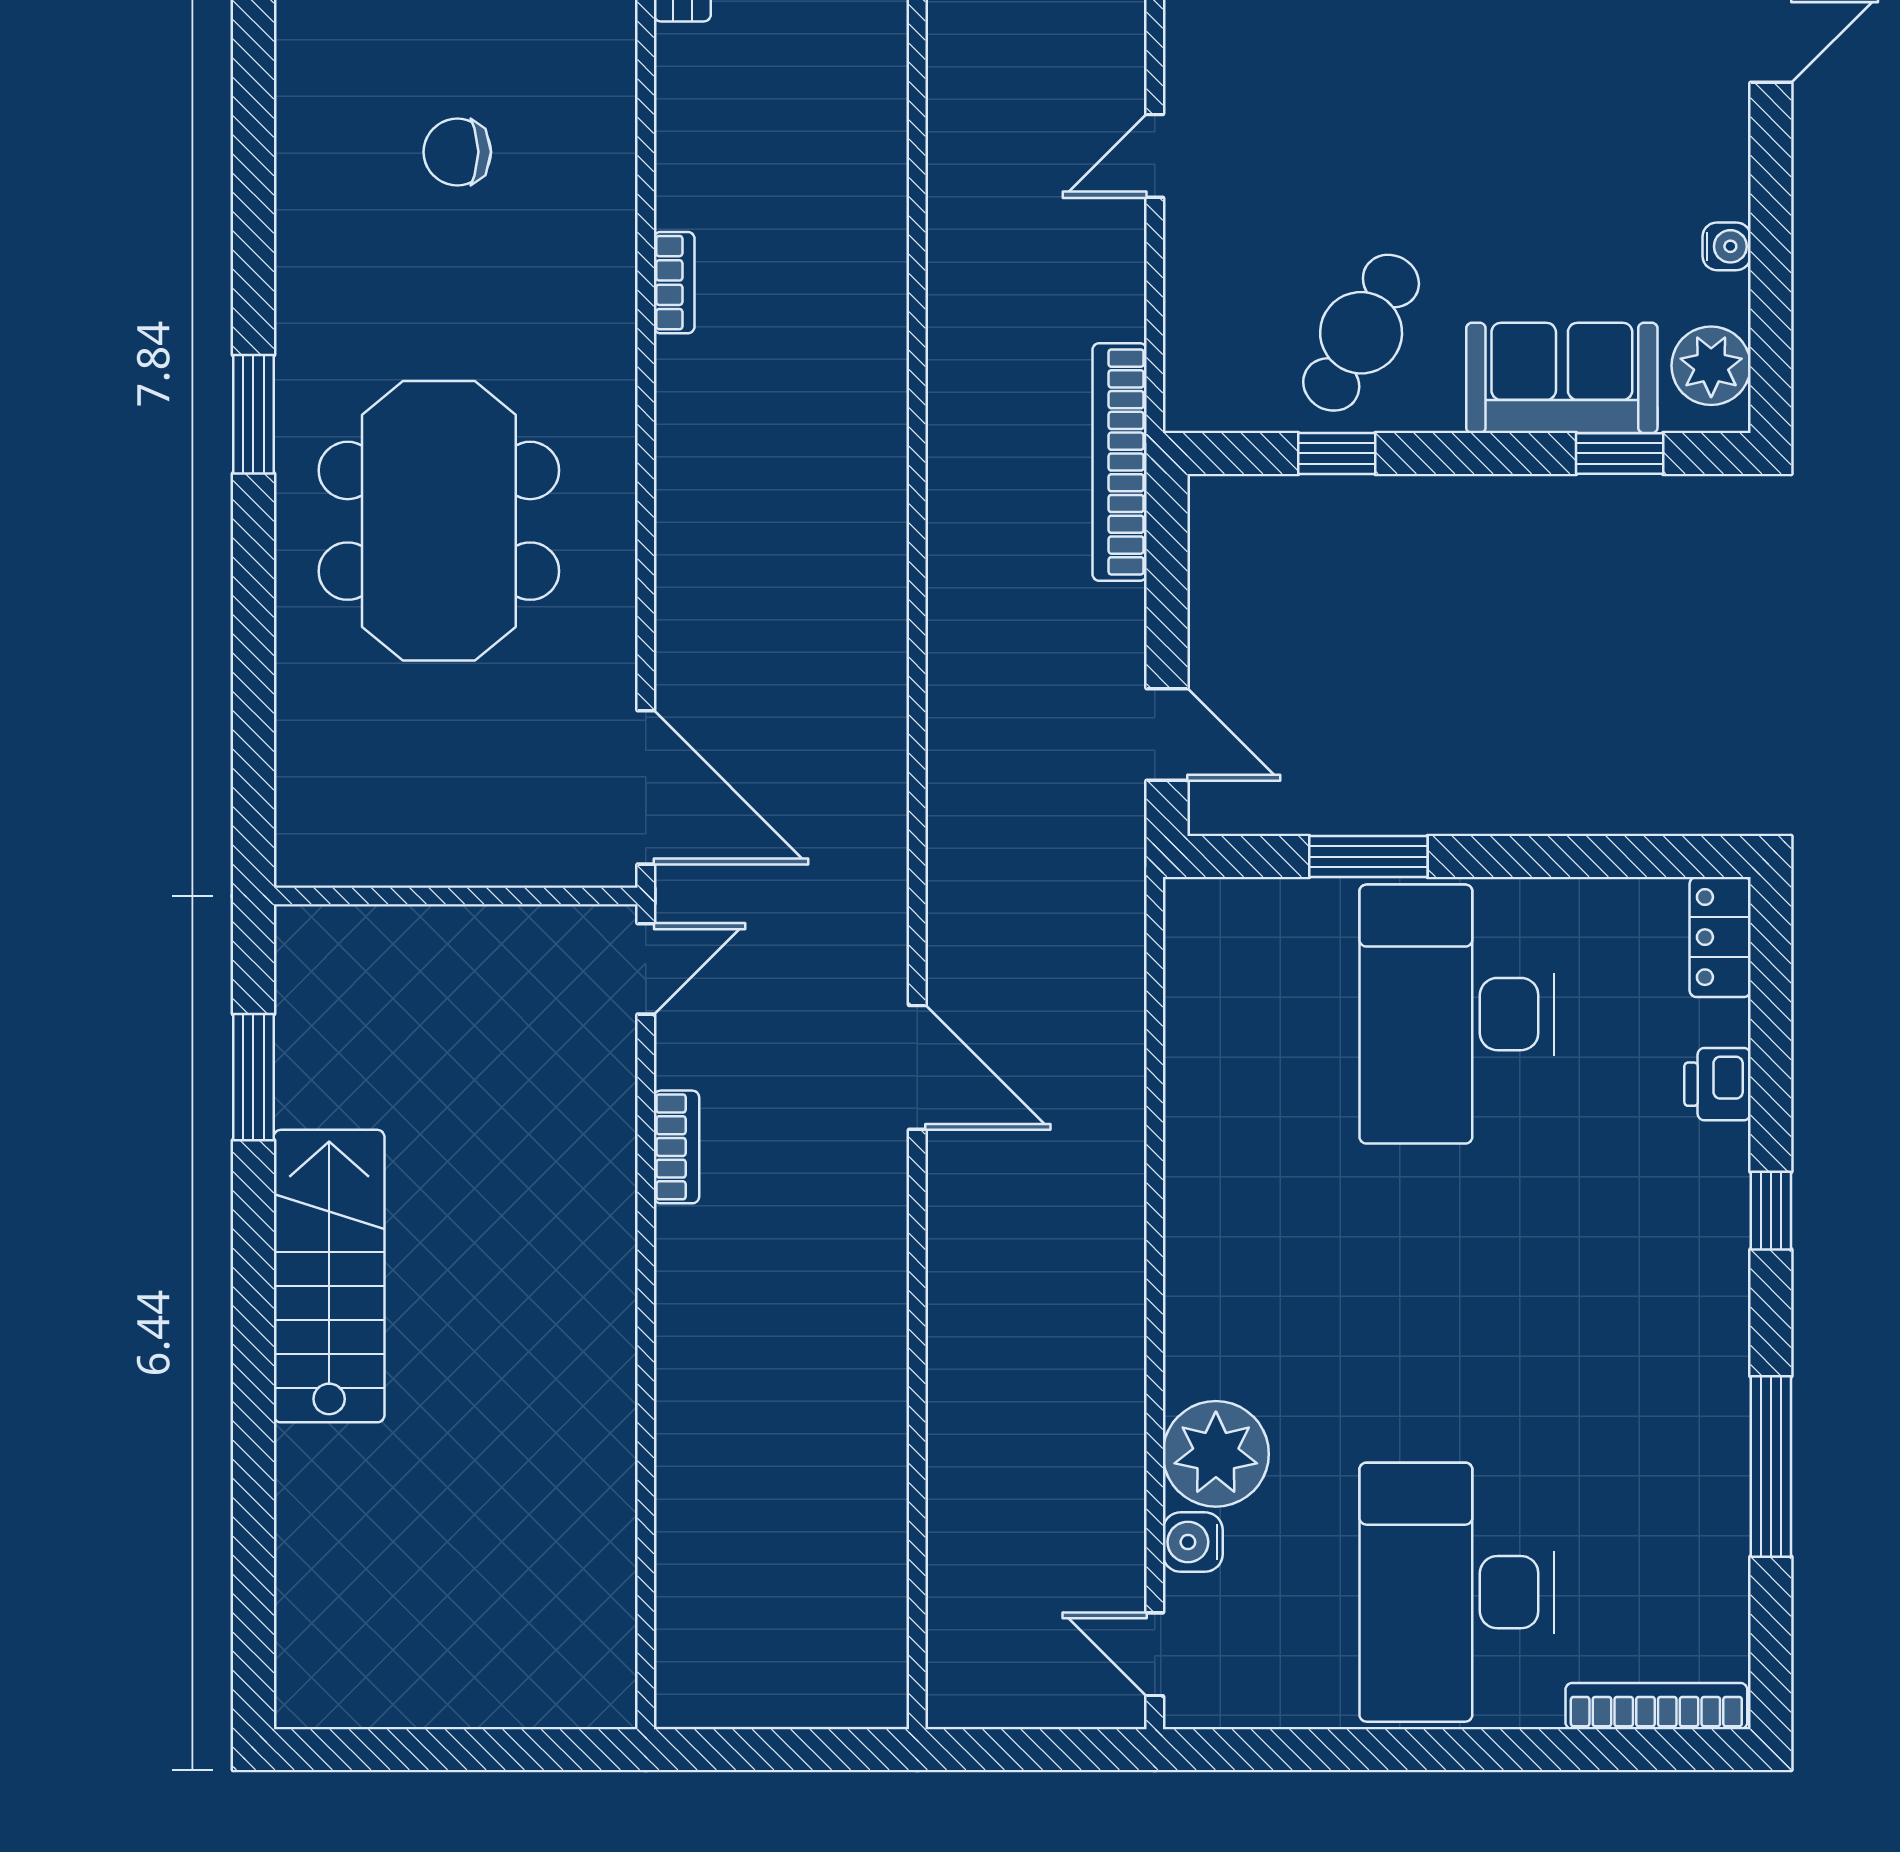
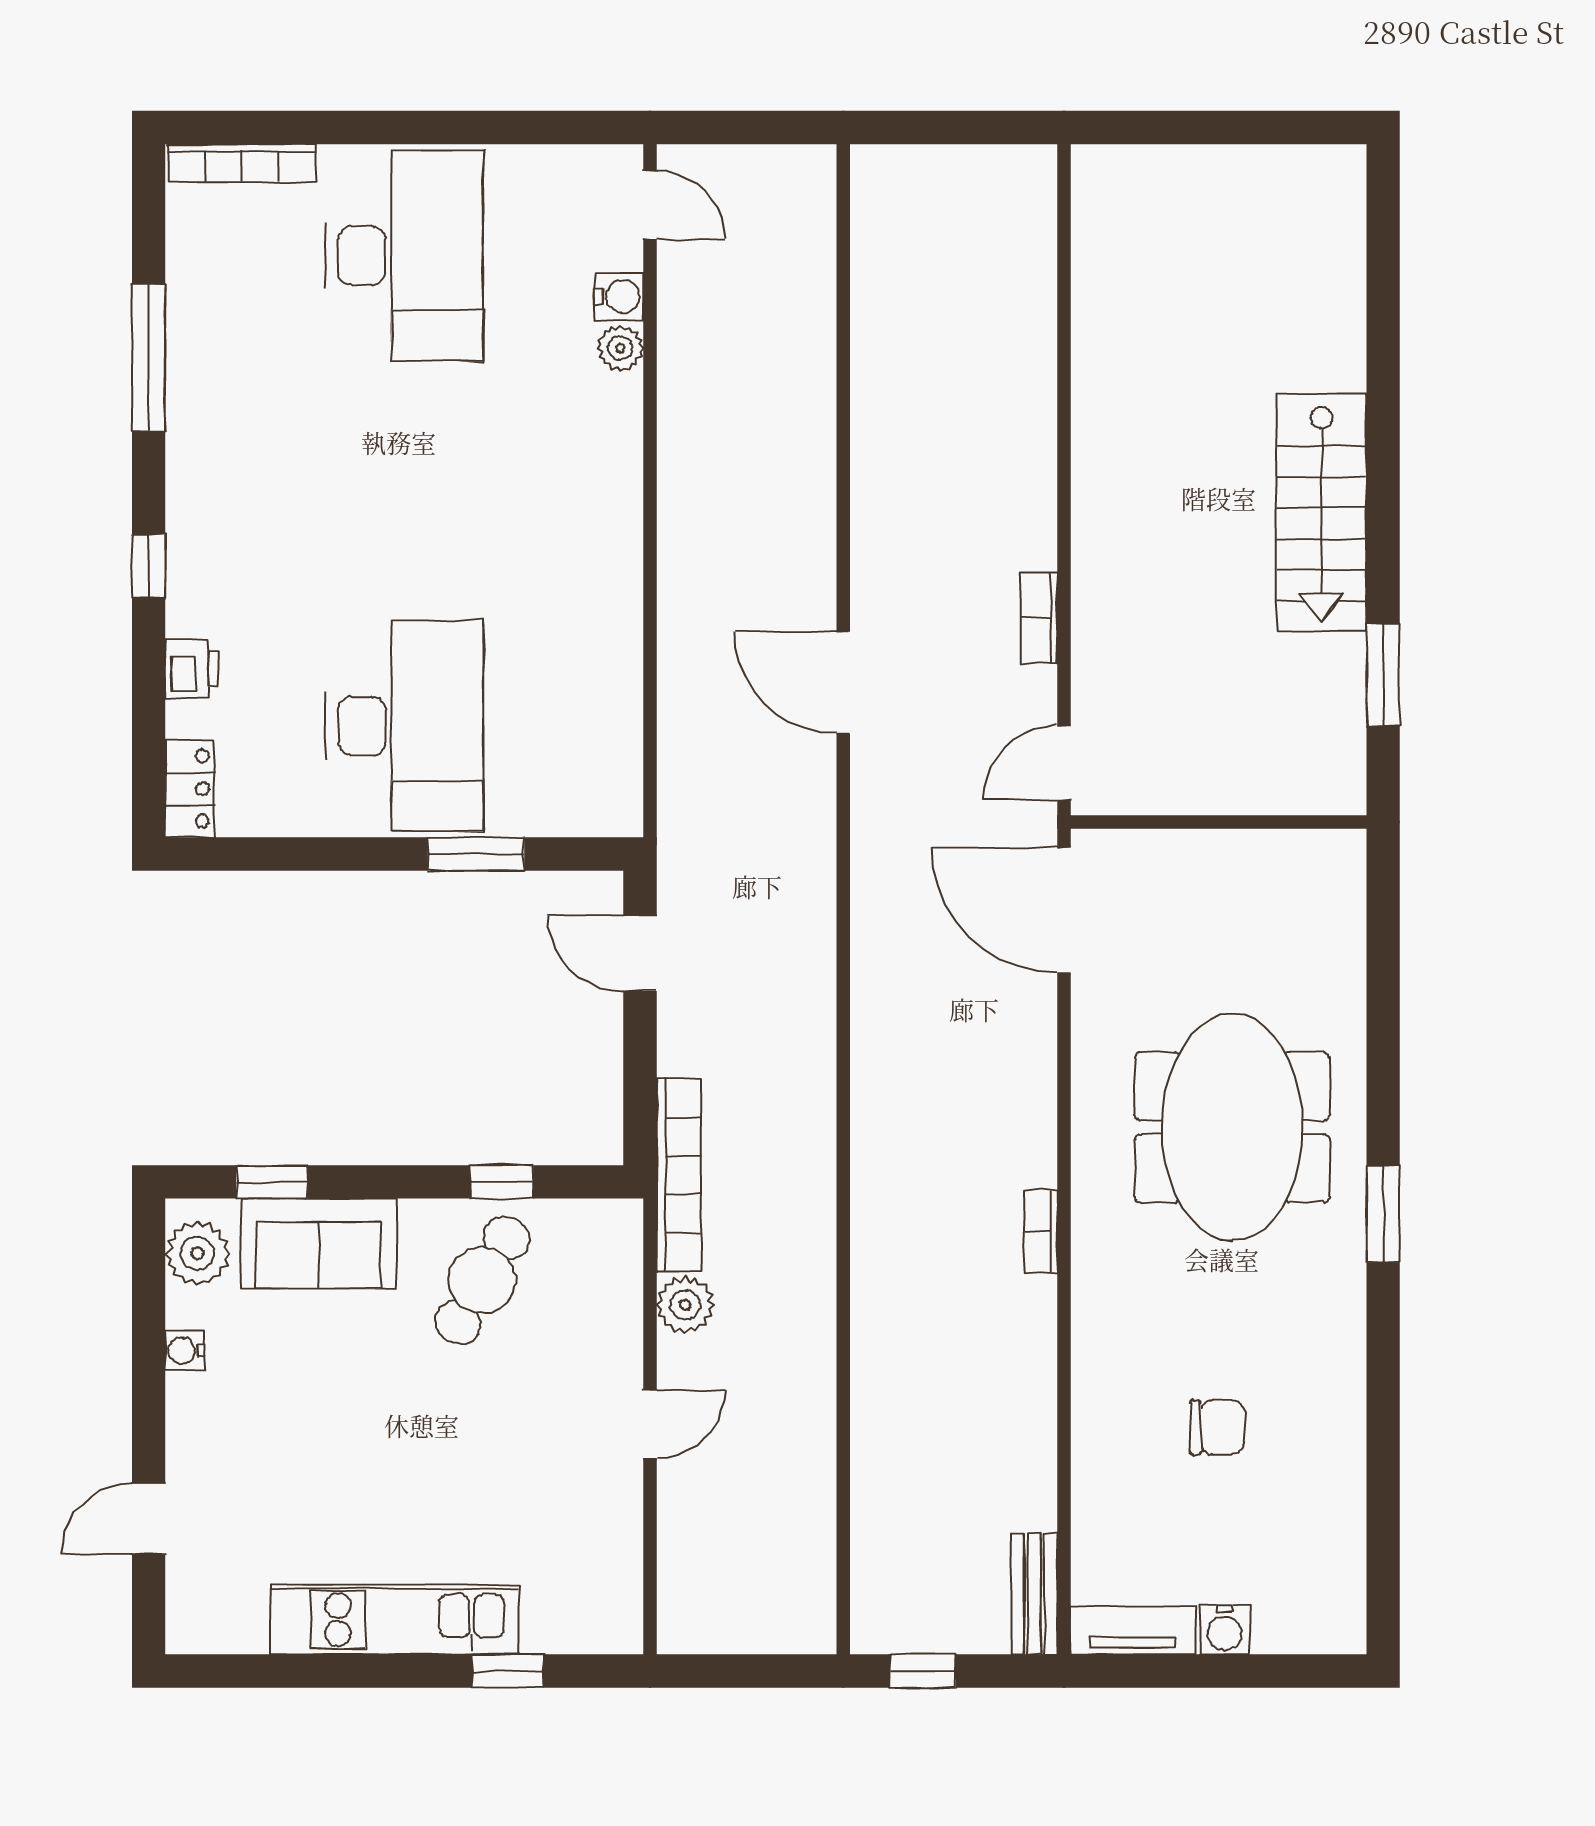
bookcase: (674, 283) -> (1041, 1232), moved
plant: (1111, 302) -> (685, 1305), added
plant: (1216, 1454) -> (620, 348), width x0.53, depth x0.53

